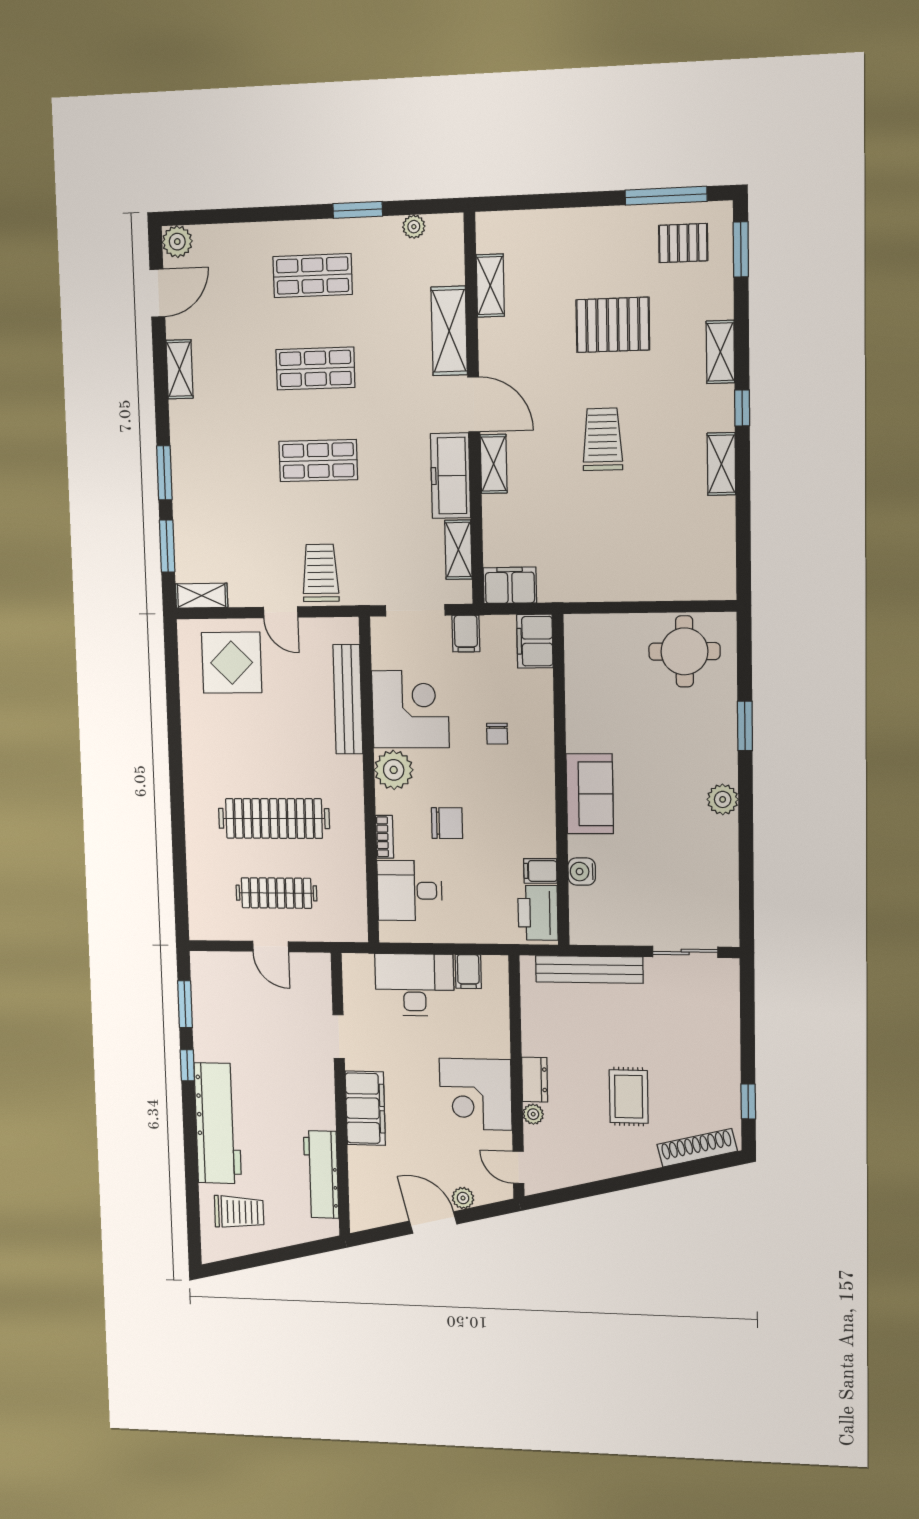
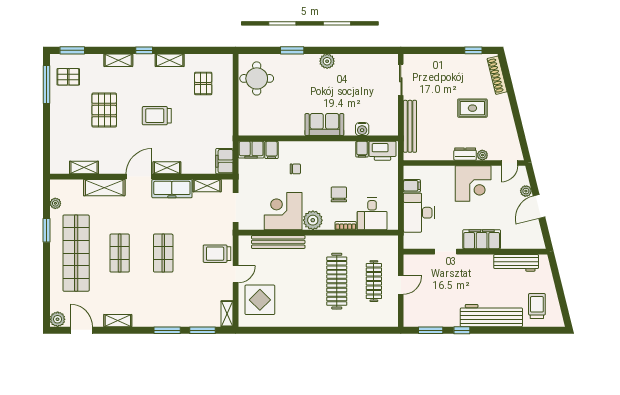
pallet: (683, 243) -> (68, 77), turned 90
shop shelf: (313, 276) -> (76, 253), width x2.00, depth x1.36
pallet: (672, 537) -> (203, 83), added
filing cabinet: (466, 634) -> (272, 150), moved, turned 90

